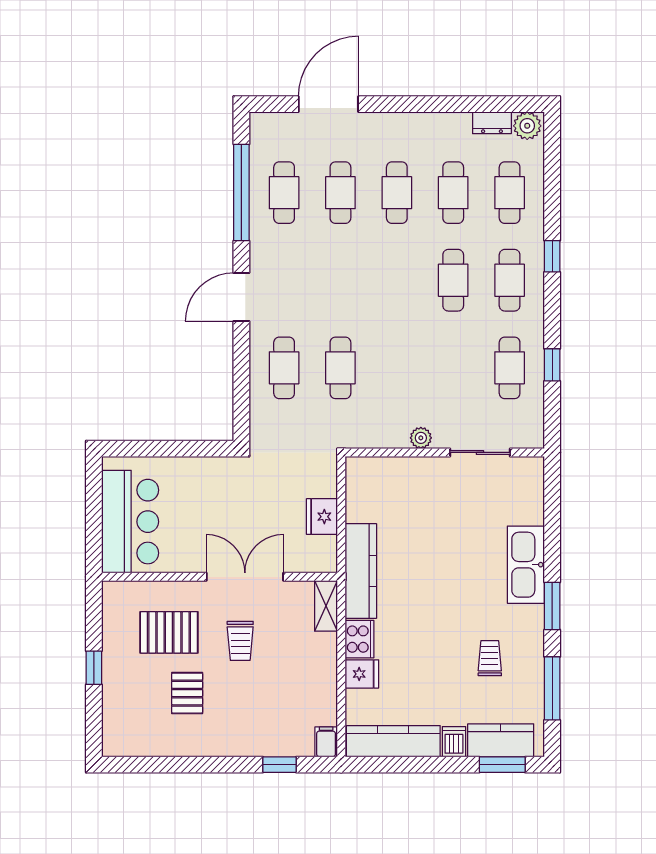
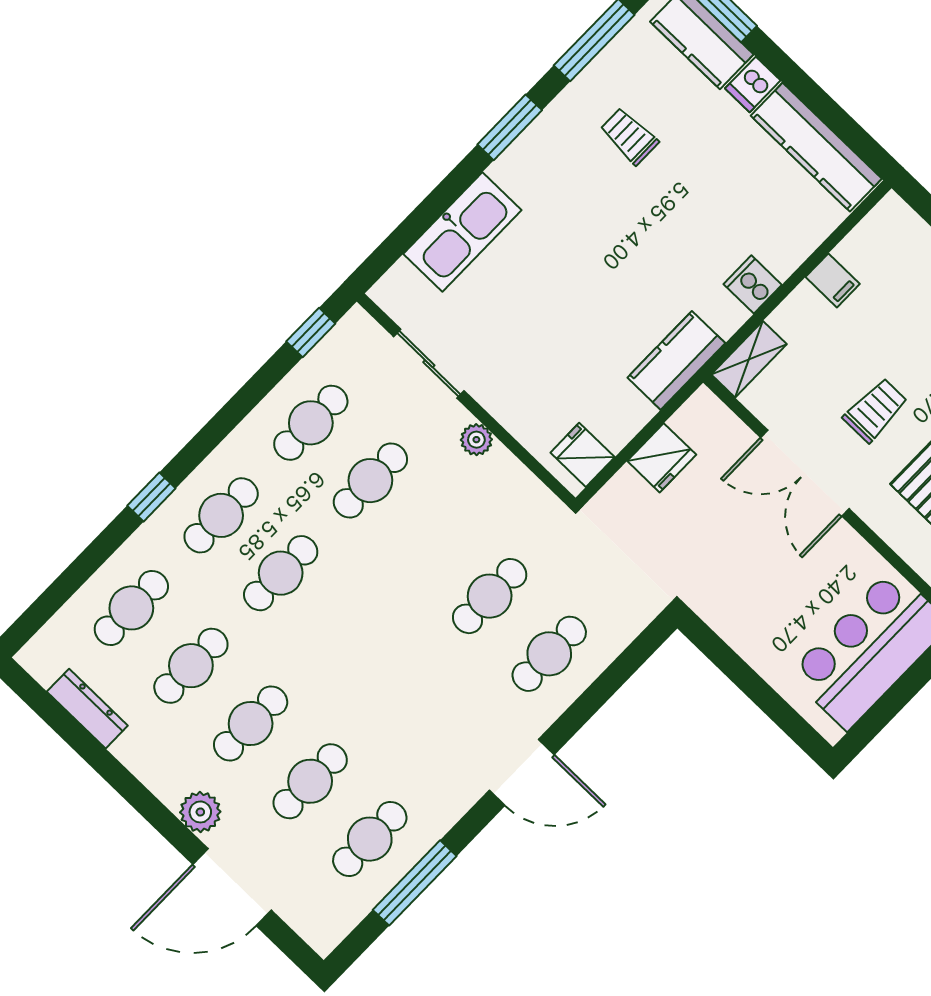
dresser: (492, 123) -> (87, 709), width x1.44
plant: (527, 126) -> (200, 812), moved
window: (241, 192) -> (415, 883), width x0.68
window: (552, 365) -> (311, 332), moved
cafe table: (453, 368) -> (370, 481), added
kitchen sink: (526, 565) -> (462, 232), moved
kitchen counter: (361, 571) -> (676, 360), width x0.67
cooker: (359, 639) -> (753, 284), width x0.73
trolley: (490, 658) -> (629, 136), turned 90
fridge: (362, 674) -> (583, 455), moved
filing cabinet: (326, 742) -> (833, 280), moved, turned -90

